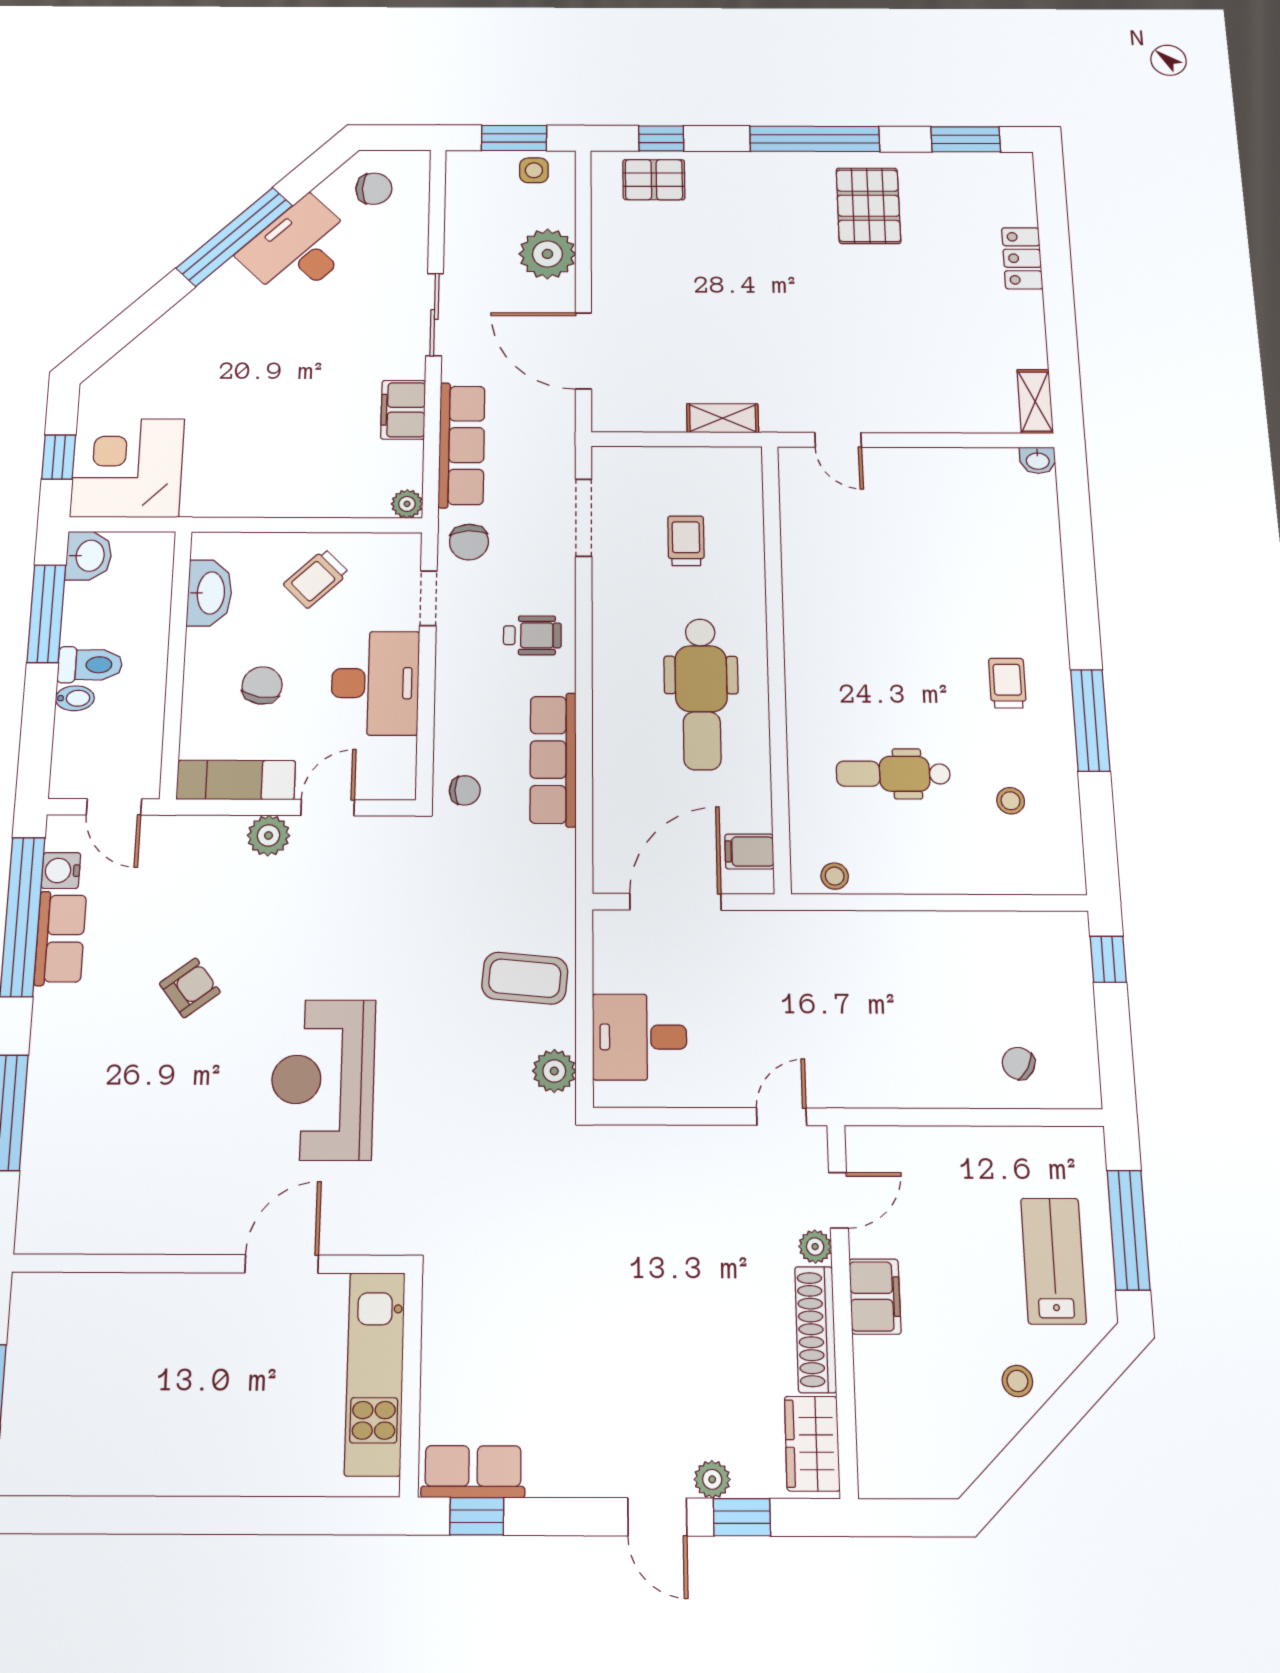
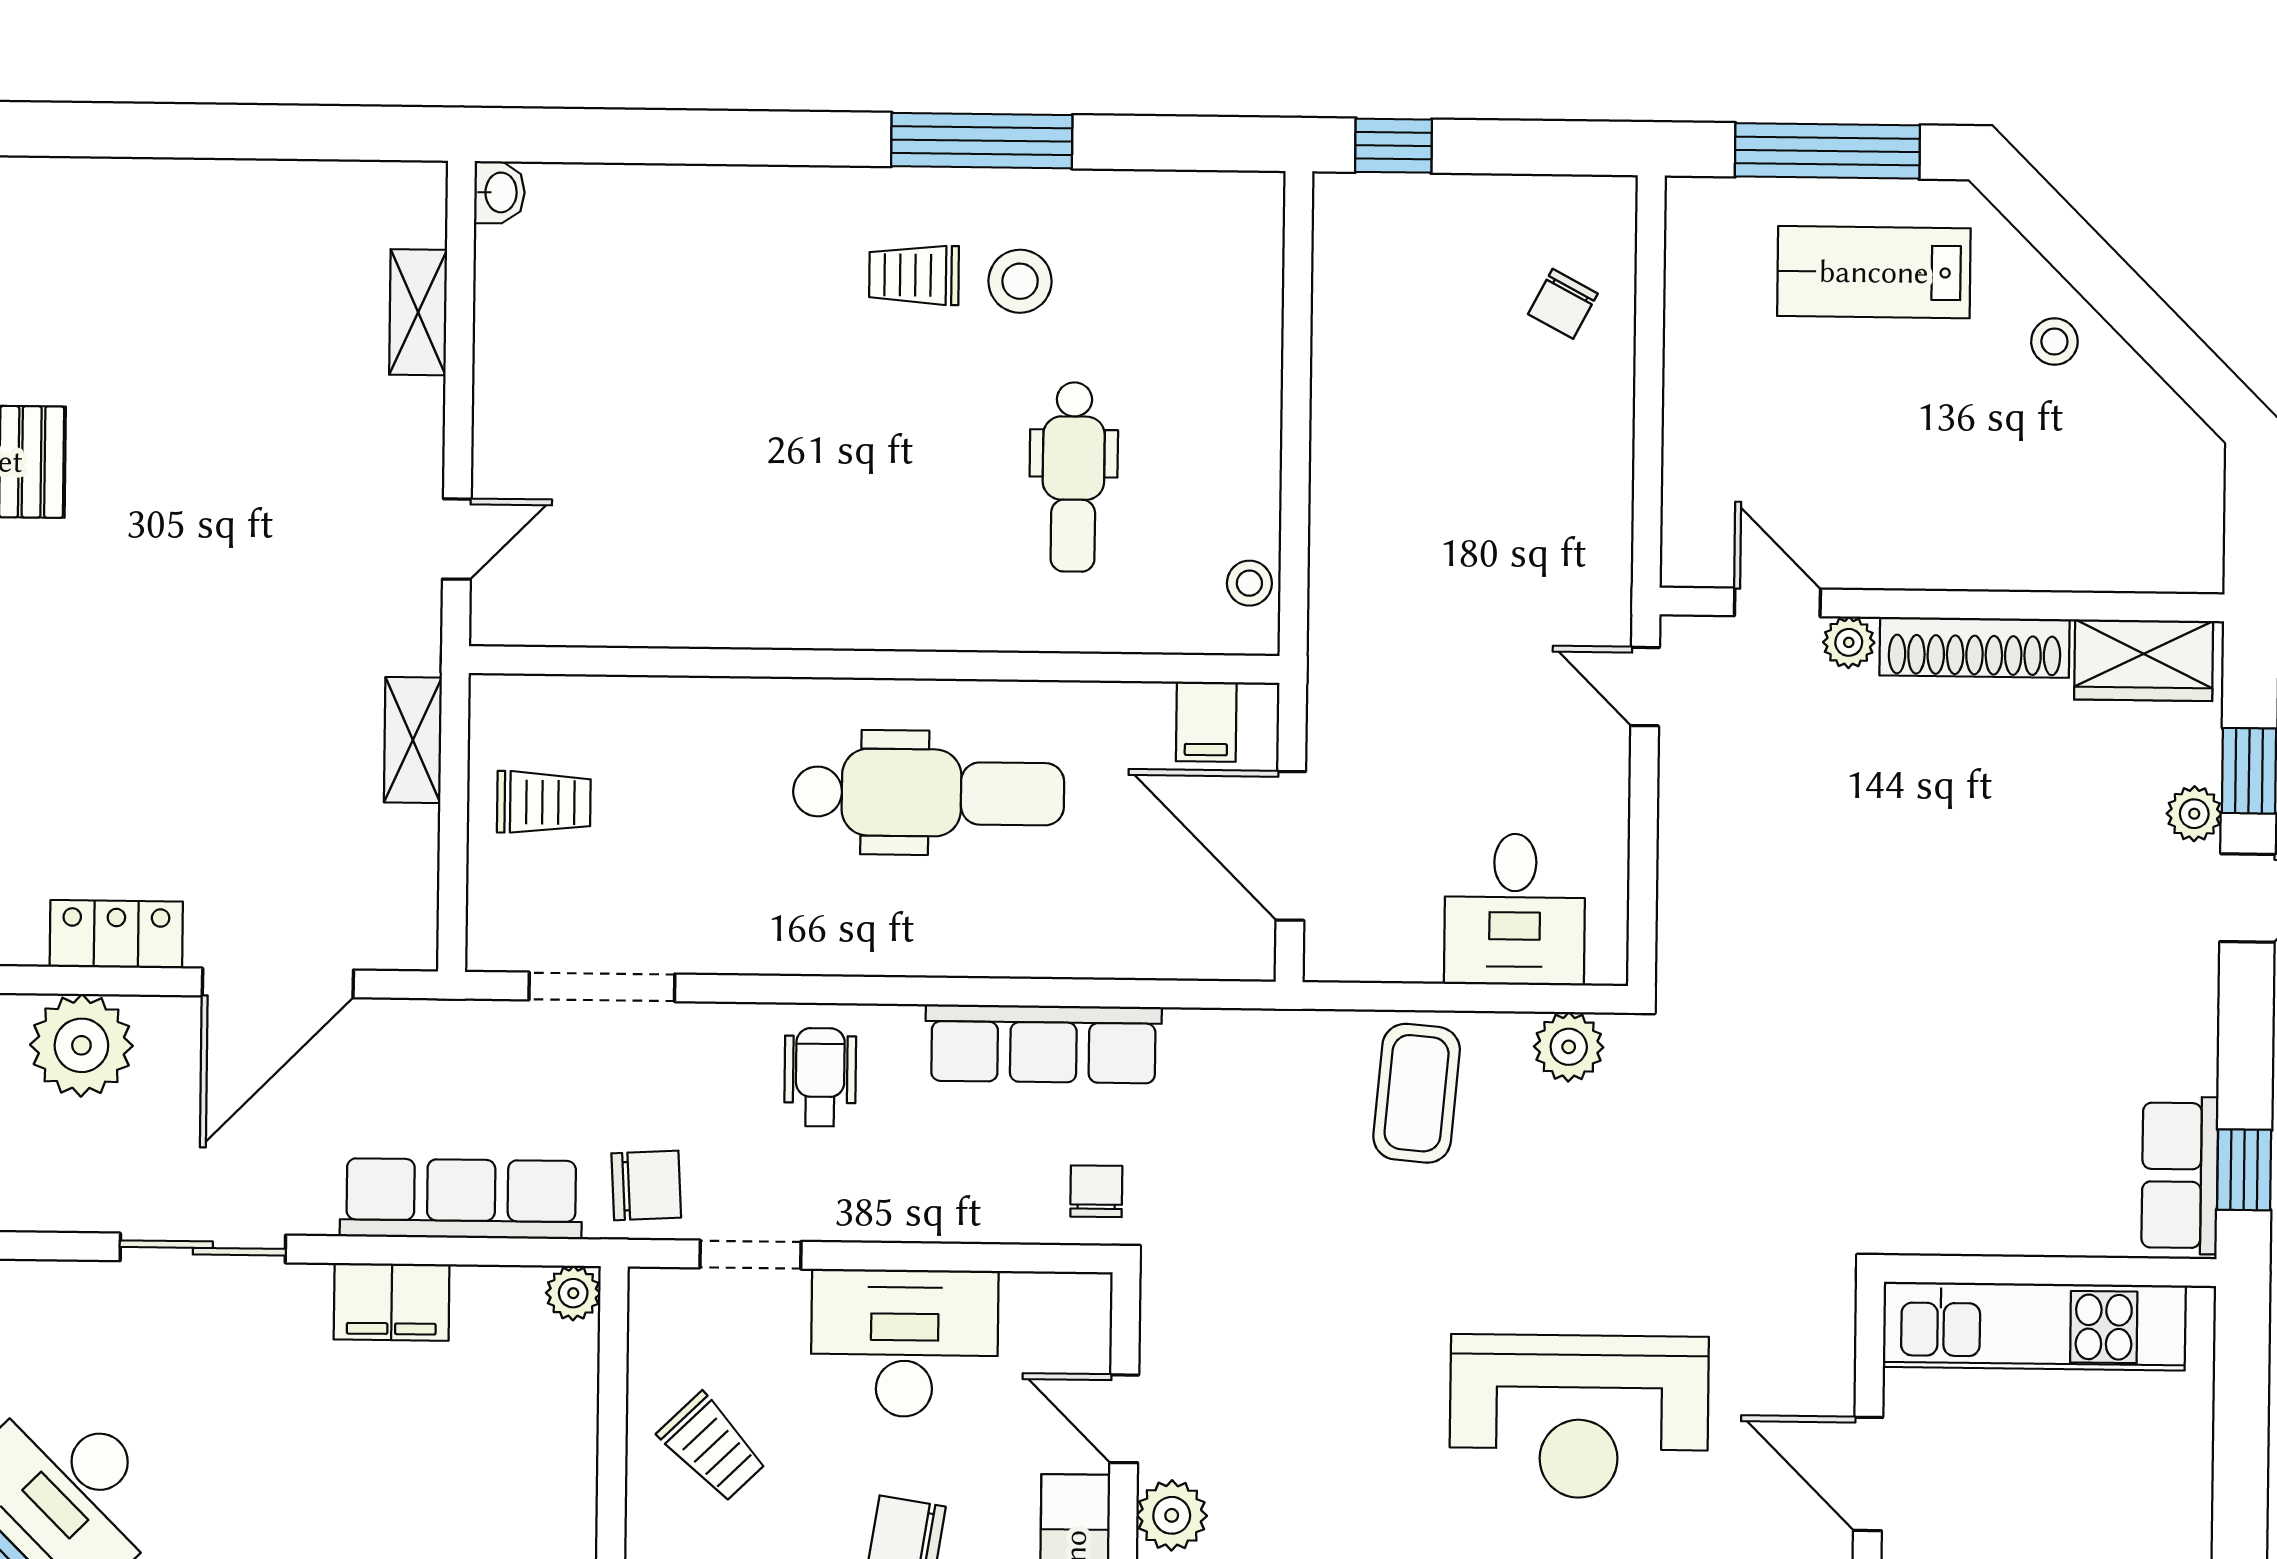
locker: (1022, 258) -> (116, 934), moved, turned 180
shelving: (1035, 402) -> (418, 312), moved, turned 90
trolley: (686, 541) -> (544, 802), moved, turned 180
stool: (1011, 801) -> (1020, 281), moved, width x1.37, depth x1.37
filing cabinet: (875, 1296) -> (1926, 553), removed

